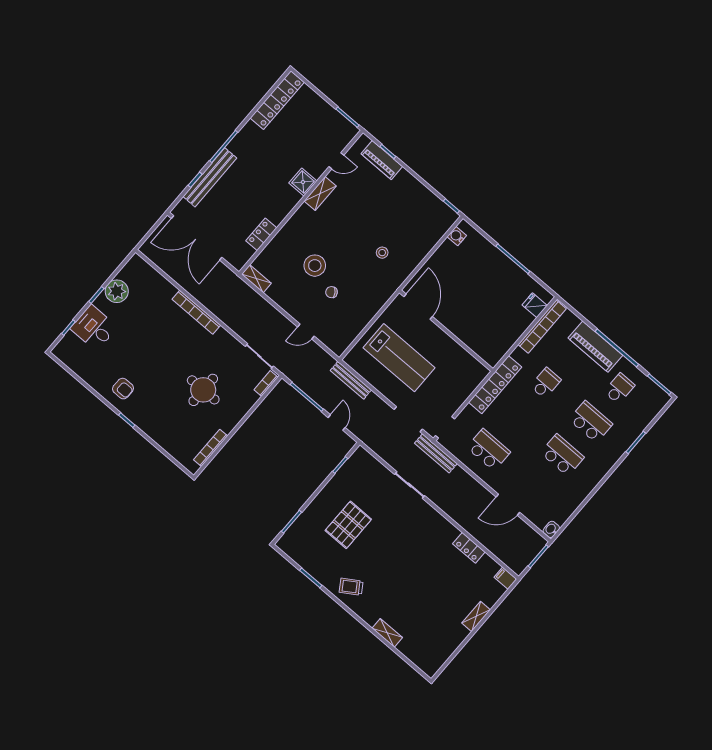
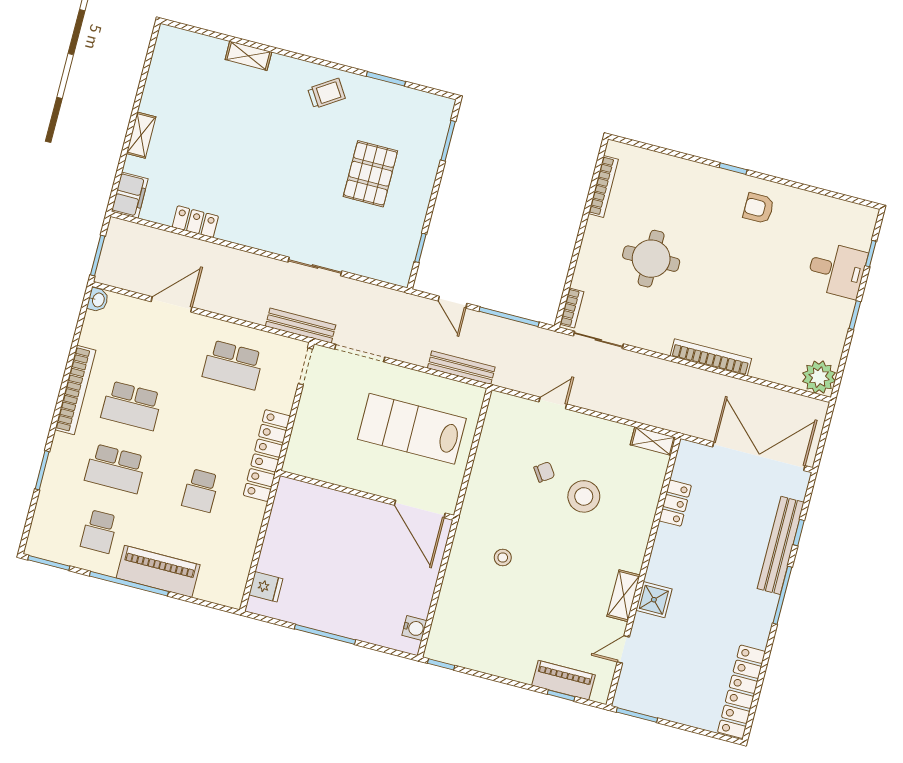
plant: (117, 291) -> (819, 377), moved
bookcase: (542, 327) -> (75, 390), moved, turned 180
filing cabinet: (505, 578) -> (130, 195), width x2.00

